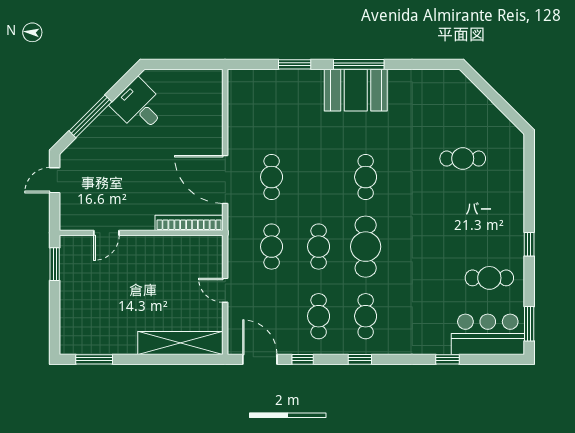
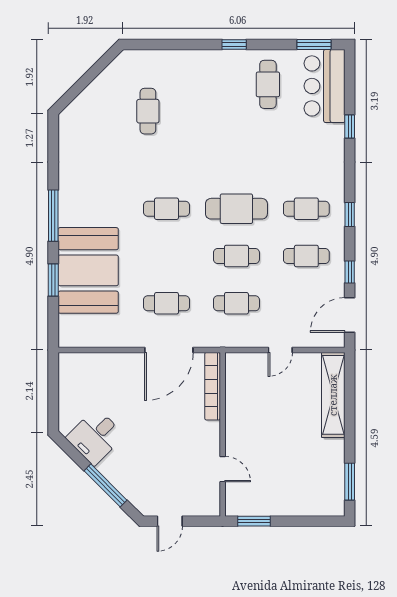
booth: (356, 90) -> (88, 270), moved, width x1.36, depth x1.42
door: (55, 180) -> (170, 521), hinge flipped

